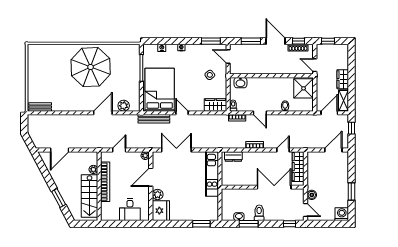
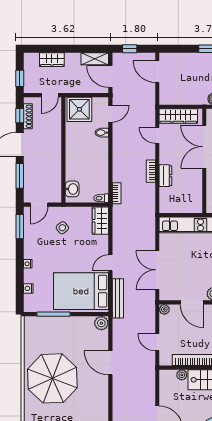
wardrobe: (343, 79) -> (52, 60), moved
plant: (124, 106) -> (101, 323), moved
door: (260, 113) -> (110, 114), moved
dresser: (233, 156) -> (165, 176), moved

